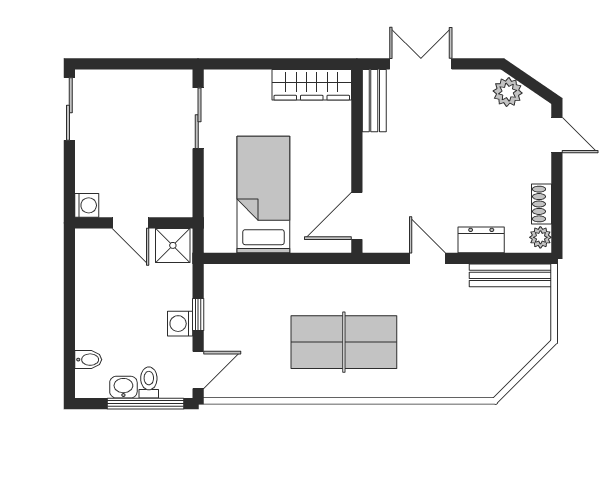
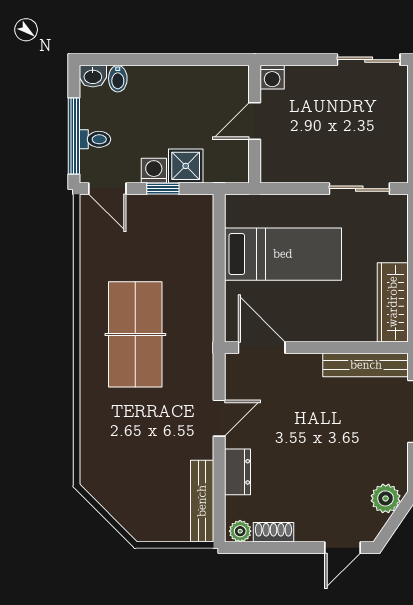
bench: (374, 101) -> (366, 365), width x1.36
shower: (173, 245) -> (186, 166), moved
washbasin: (123, 387) -> (93, 76), moved, turned 90

